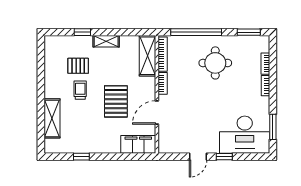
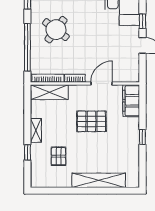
round table: (215, 63) -> (56, 30), turned 37
trolley: (80, 90) -> (81, 154), removed
door: (157, 112) -> (102, 83), swing flipped
shelving: (52, 118) -> (99, 180), width x1.47
window: (81, 157) -> (142, 137), moved

